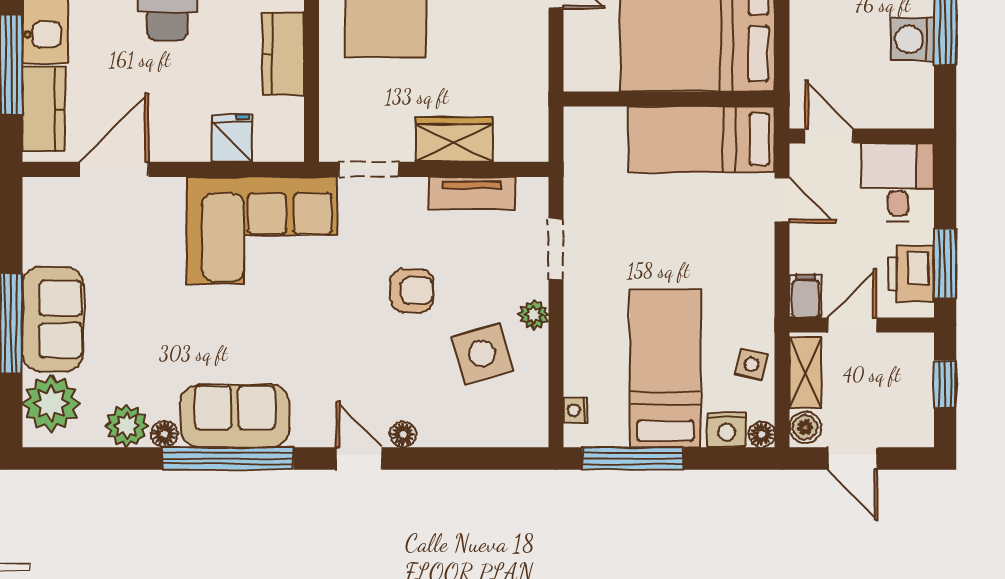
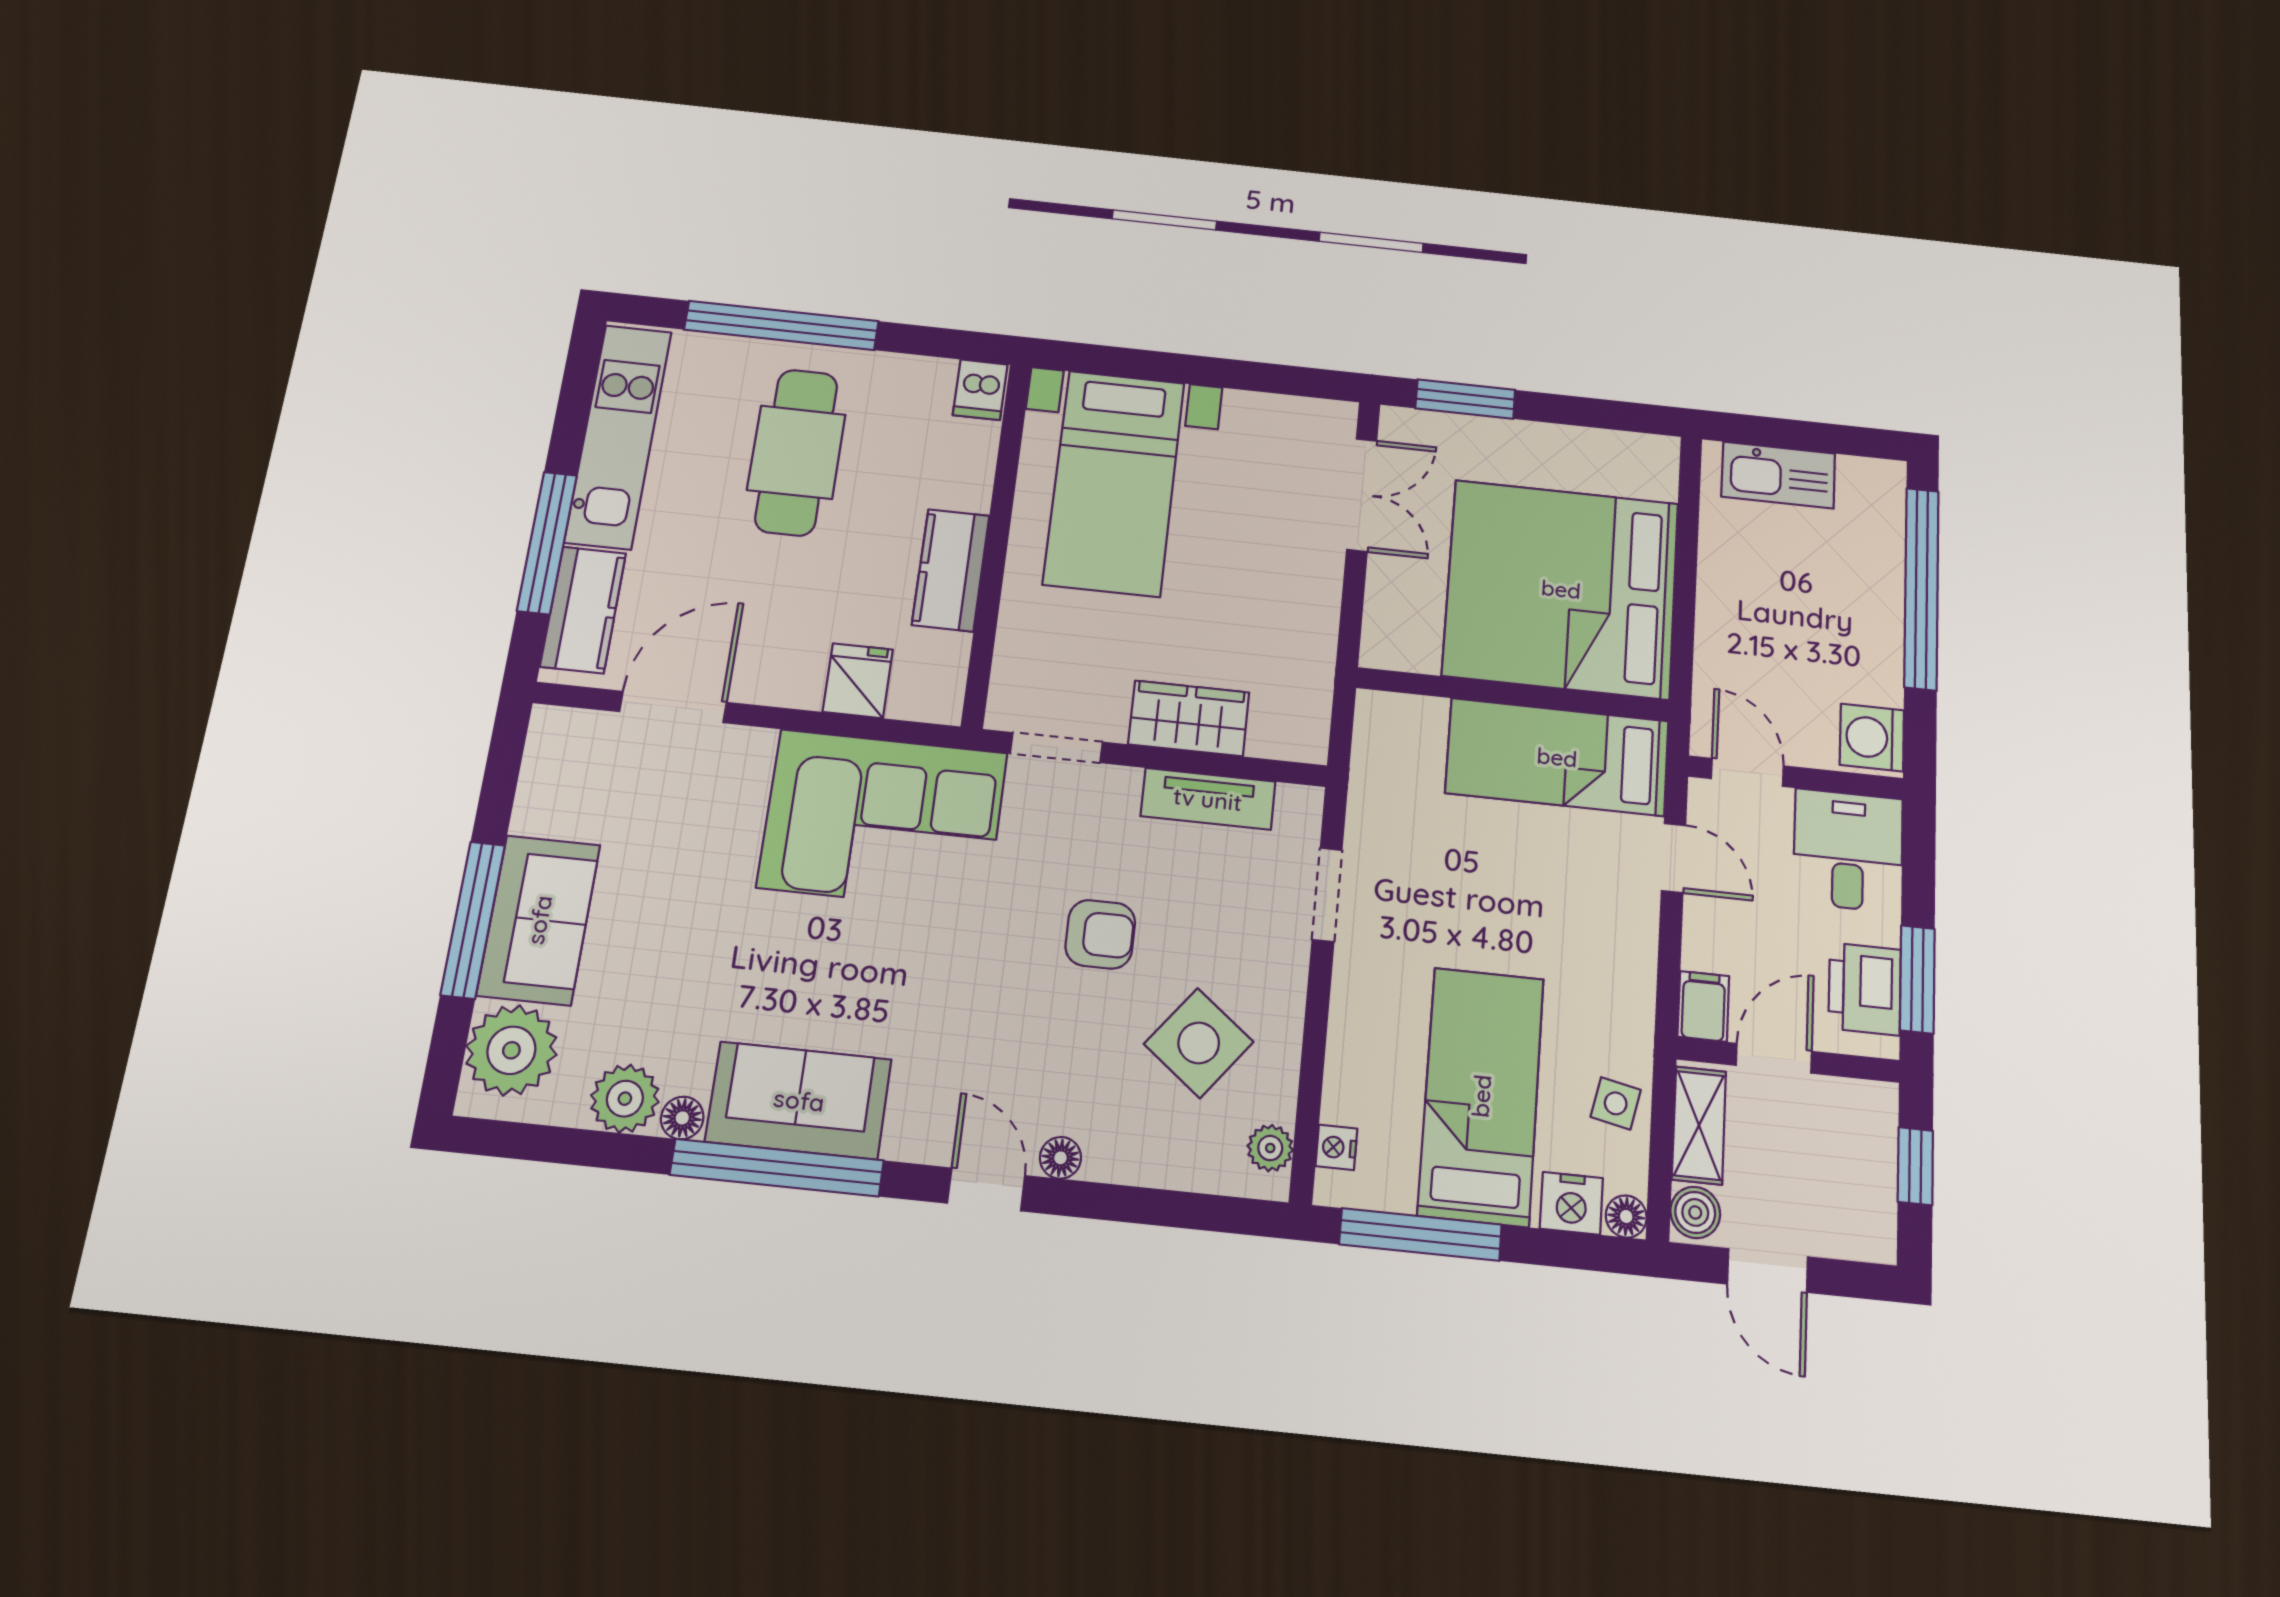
washing machine: (913, 39) -> (1872, 738), moved
plant: (534, 315) -> (1270, 1148), moved
side table: (482, 354) -> (1199, 1043), turned -36

